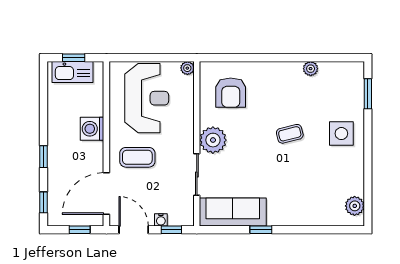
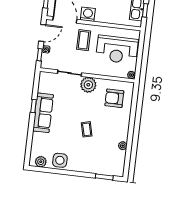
washing machine: (92, 129) -> (88, 14), moved
side table: (341, 134) -> (60, 160), moved
sofa: (233, 212) -> (43, 113), moved

